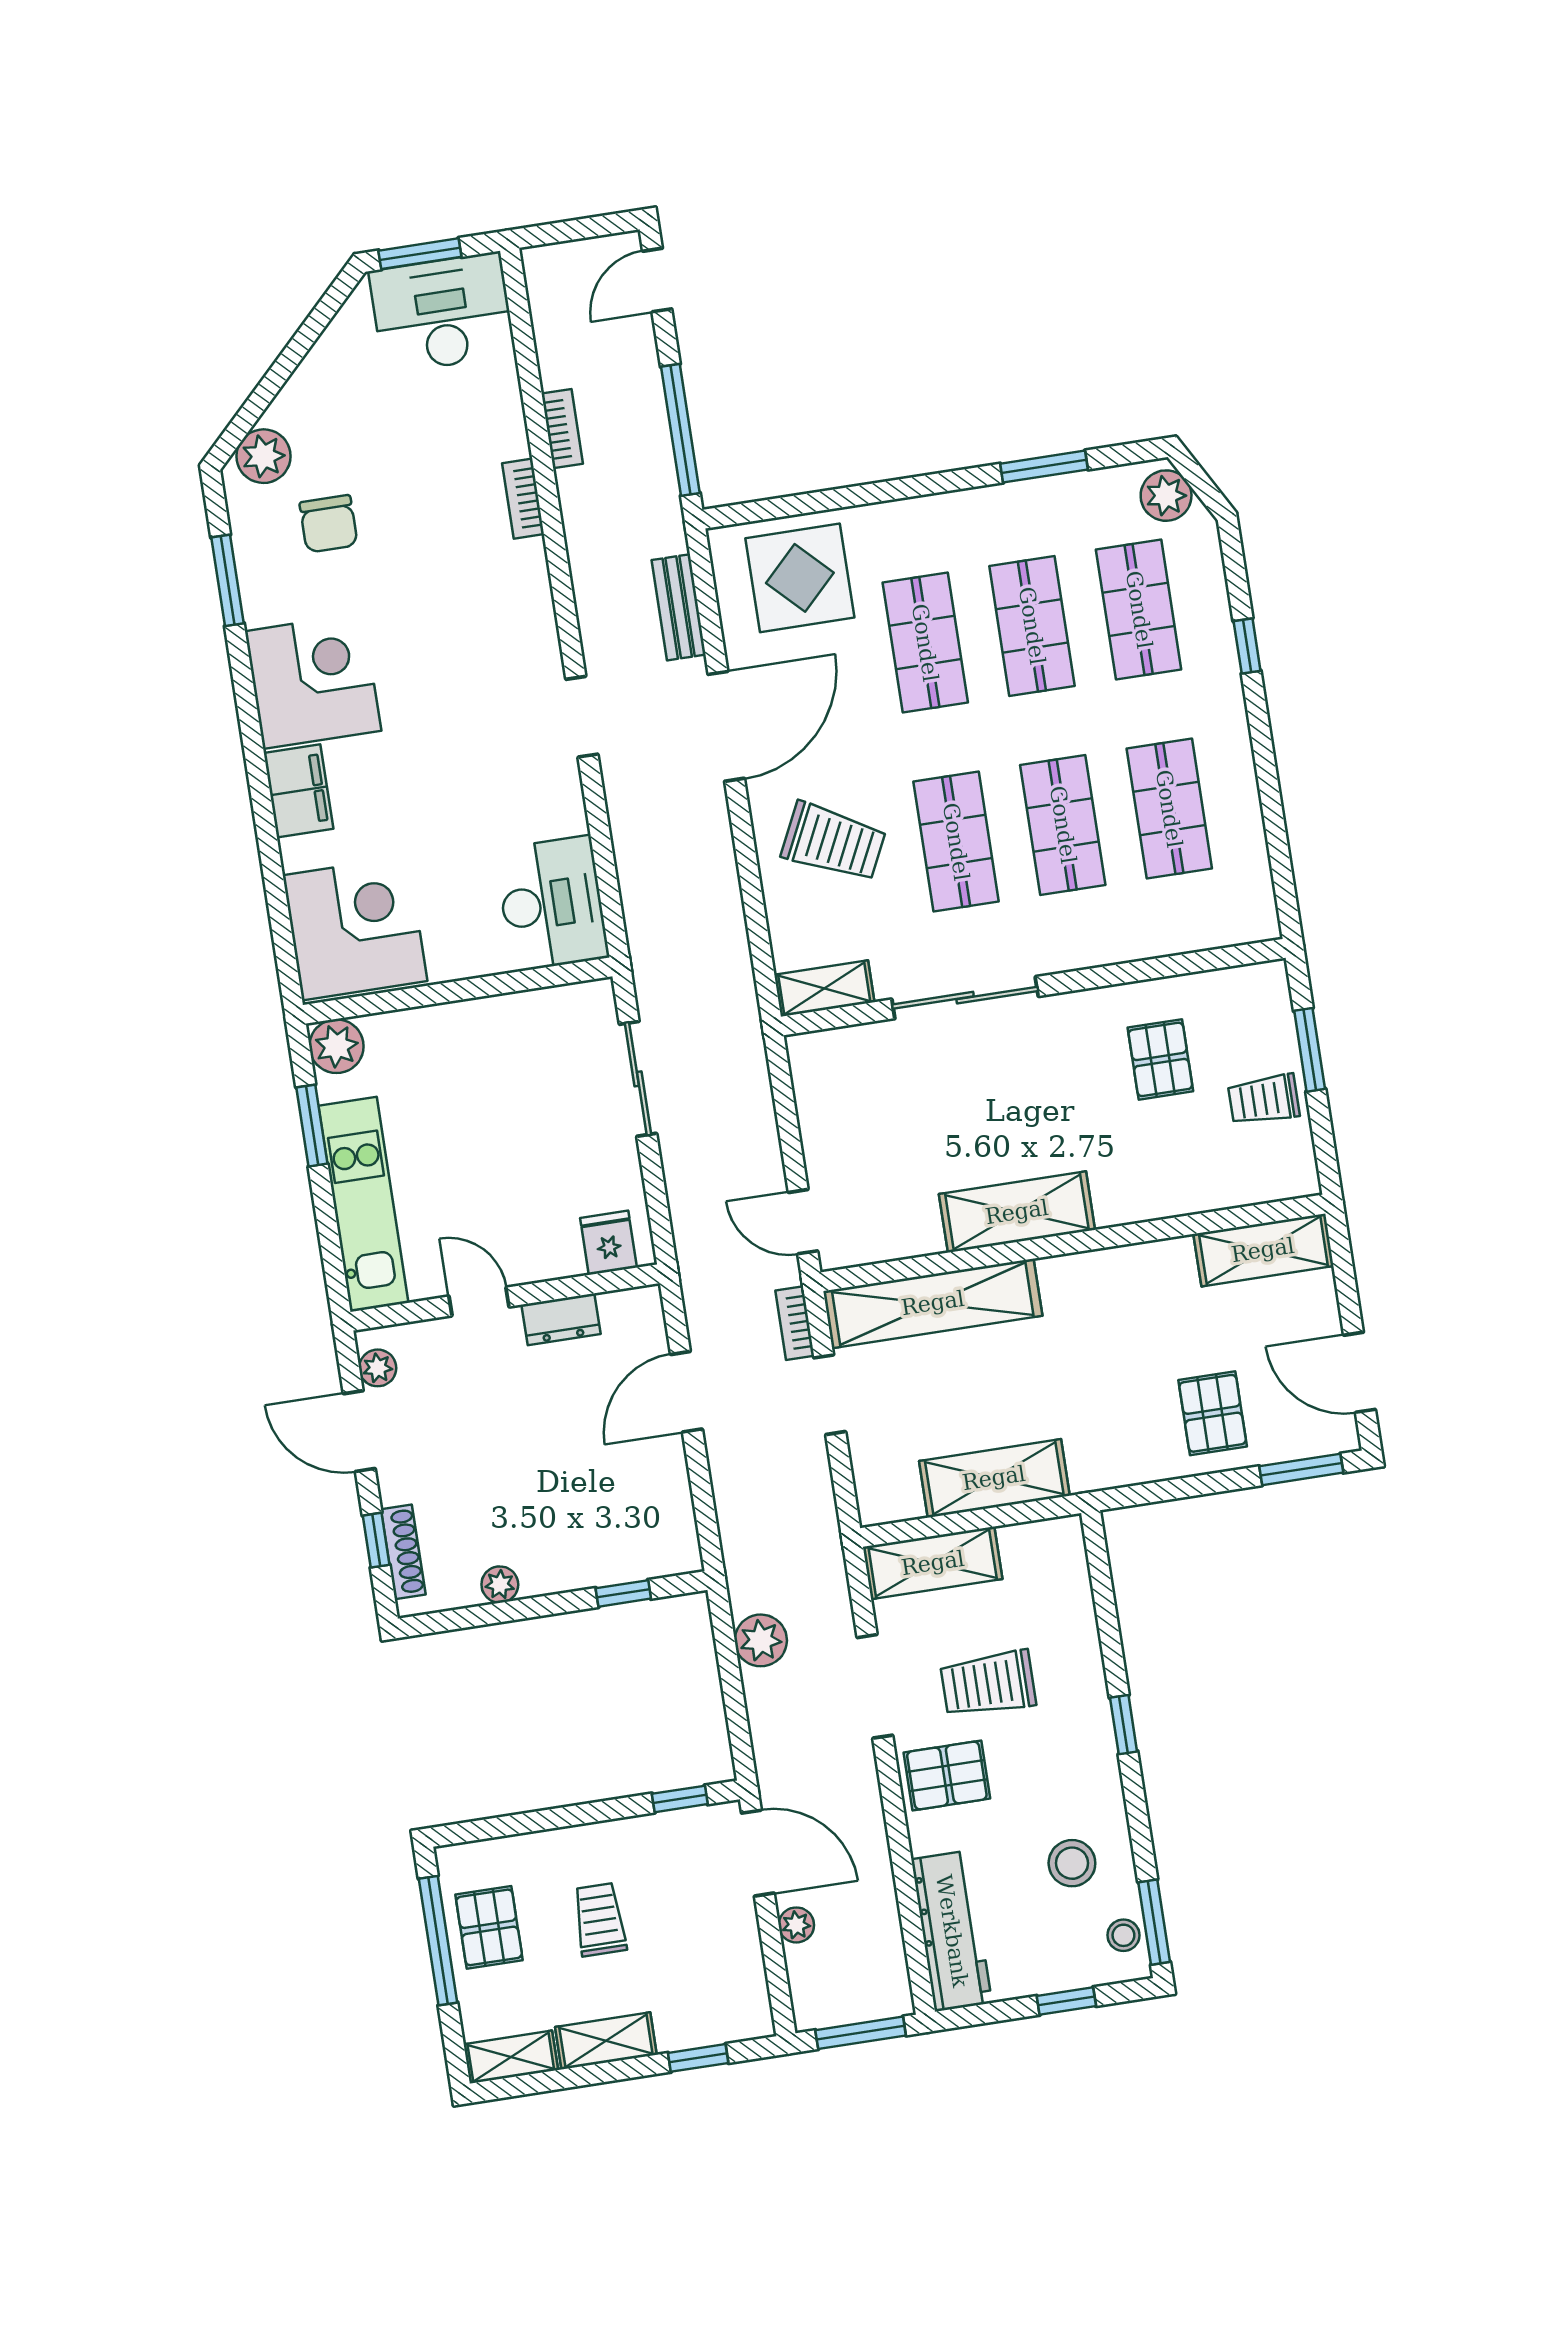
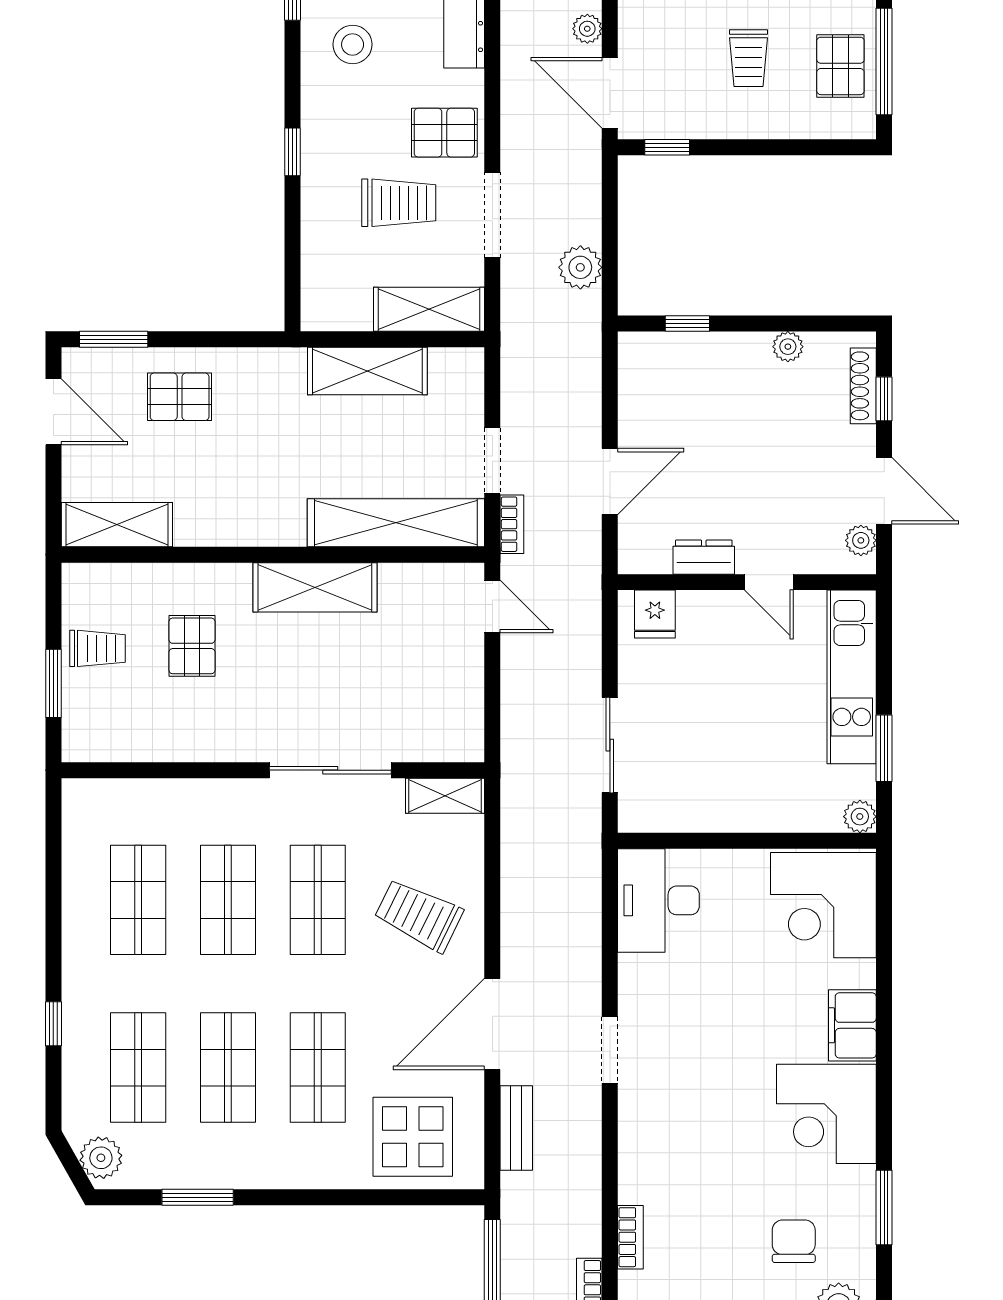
plant: (336, 1046) -> (860, 817), width x0.73, depth x0.73
pallet: (1160, 1059) -> (192, 646), moved
pallet: (1213, 1413) -> (180, 397), turned 90

